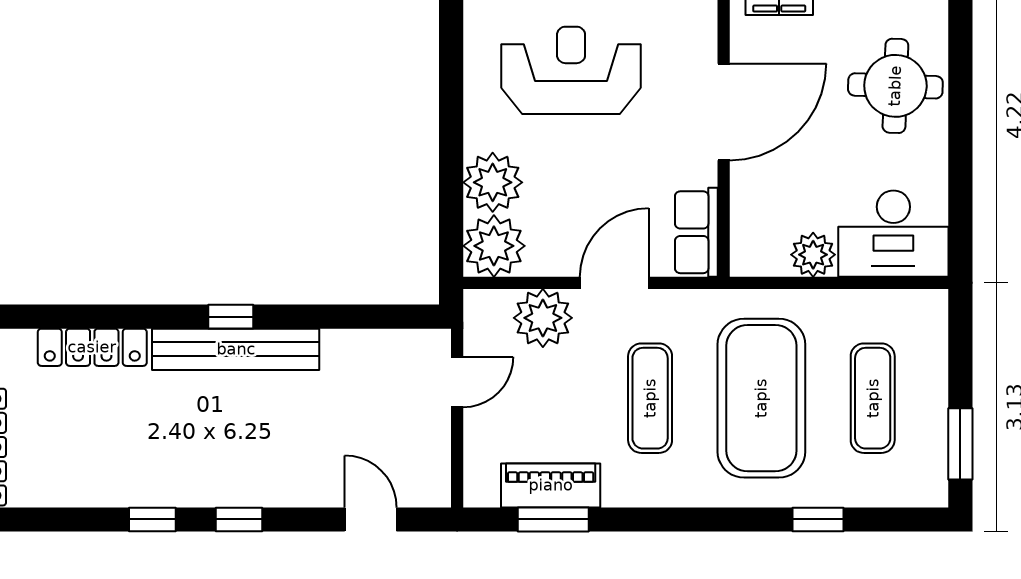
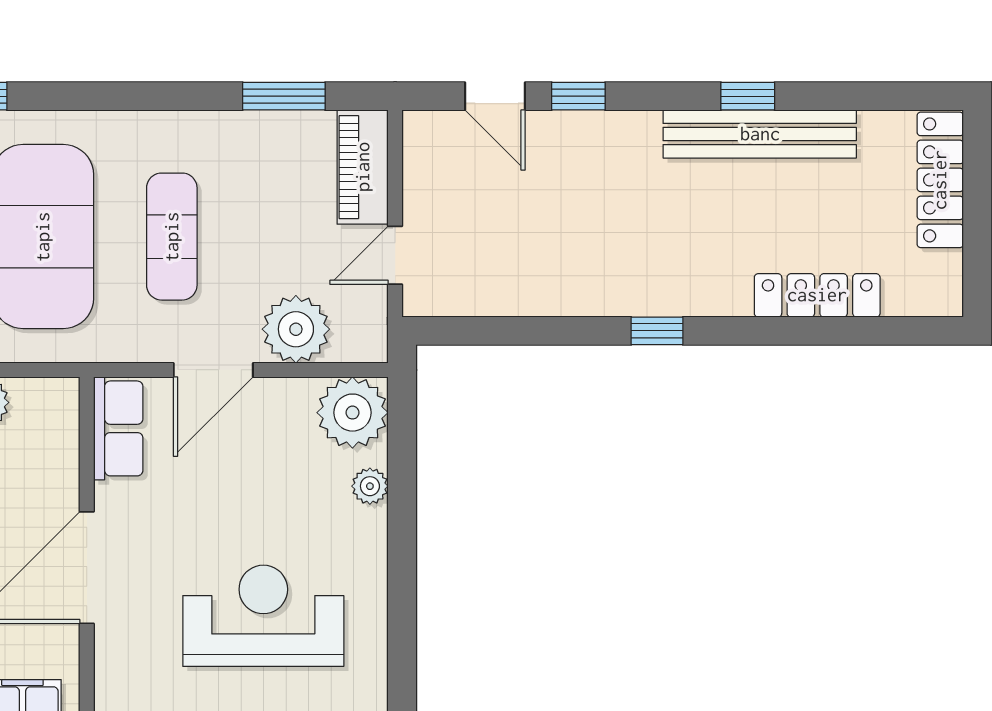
reception desk: (571, 70) -> (263, 616), turned 180
plant: (493, 182) -> (370, 486), width x0.53, depth x0.53
bench: (236, 349) -> (760, 134), moved
piano: (551, 485) -> (363, 167), moved, turned 90
window: (239, 519) -> (578, 96), moved

